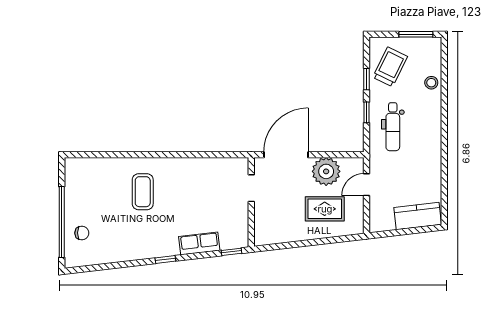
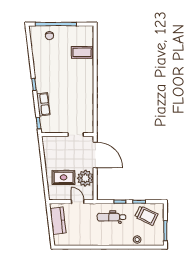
coffee table: (143, 192) -> (82, 52), moved
rug: (325, 209) -> (64, 177), turned 90
kitchen counter: (418, 216) -> (58, 221), moved

